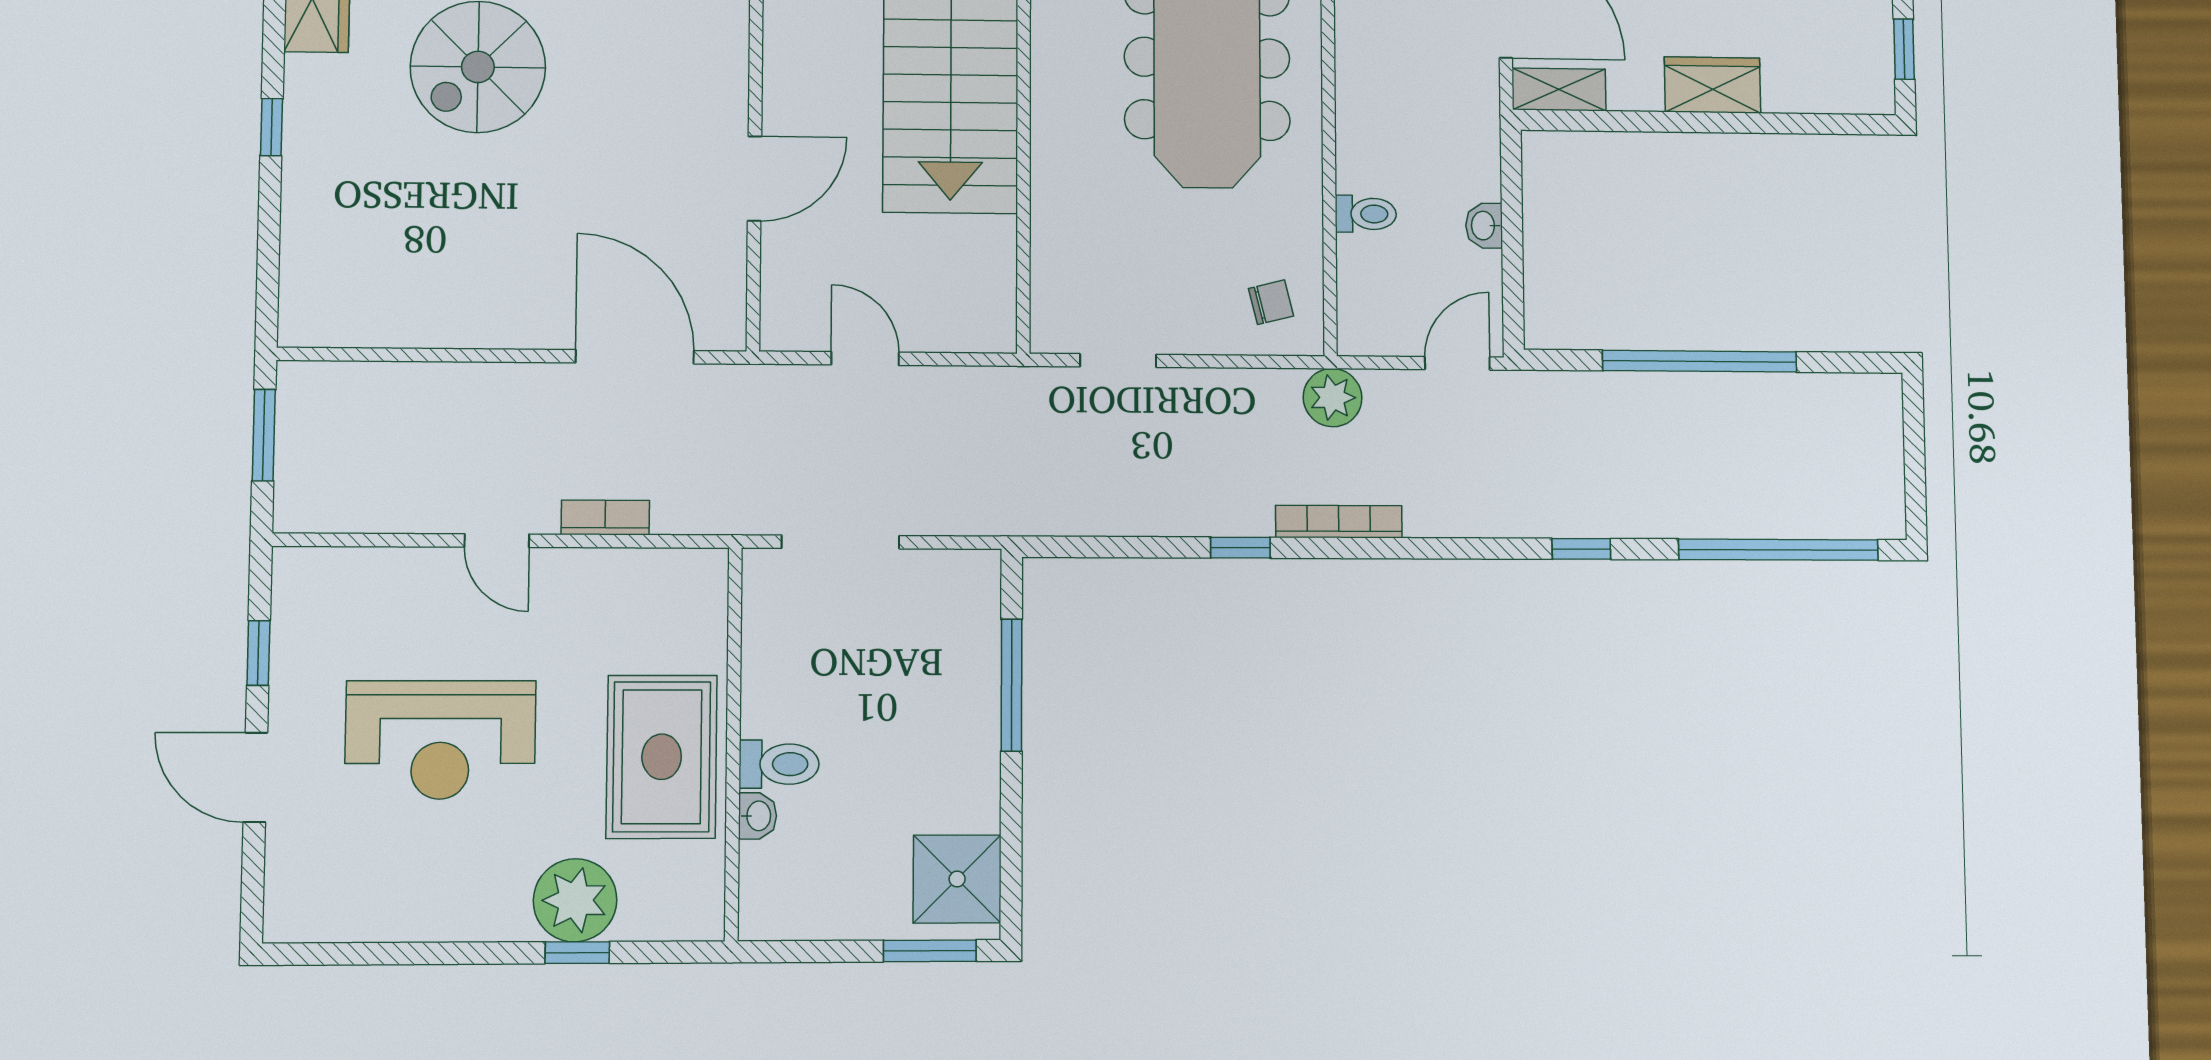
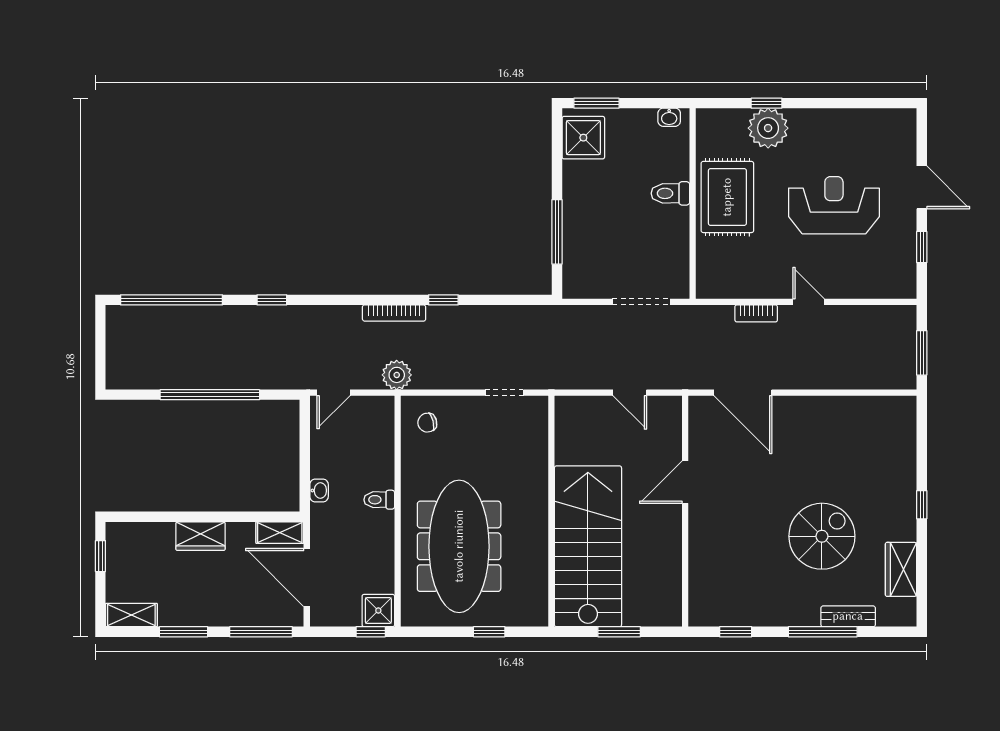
toilet: (1366, 214) -> (379, 500), moved
washbasin: (1484, 226) -> (319, 490), moved
washbasin: (758, 816) -> (669, 117), moved, turned -90

